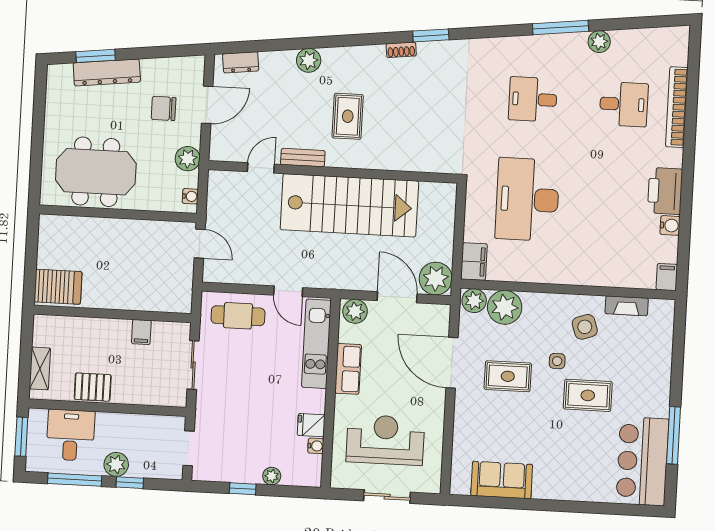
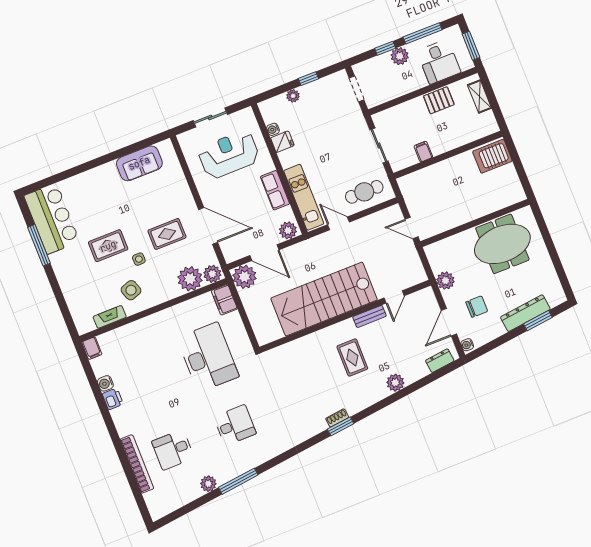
window: (431, 35) -> (341, 426), moved
printer: (665, 191) -> (113, 399), width x0.53, depth x0.68
water cooler: (190, 196) -> (467, 345), moved
reception desk: (385, 440) -> (229, 155), turned 180

